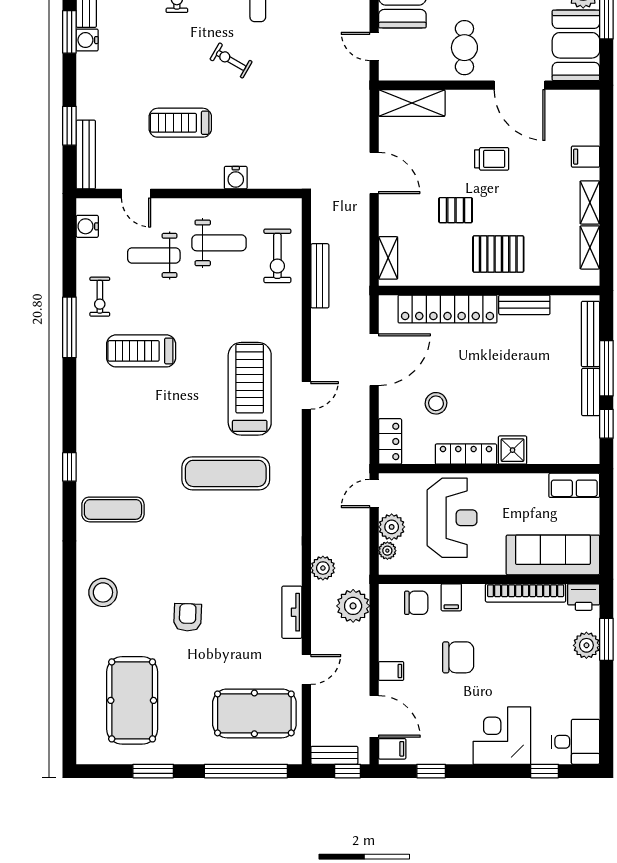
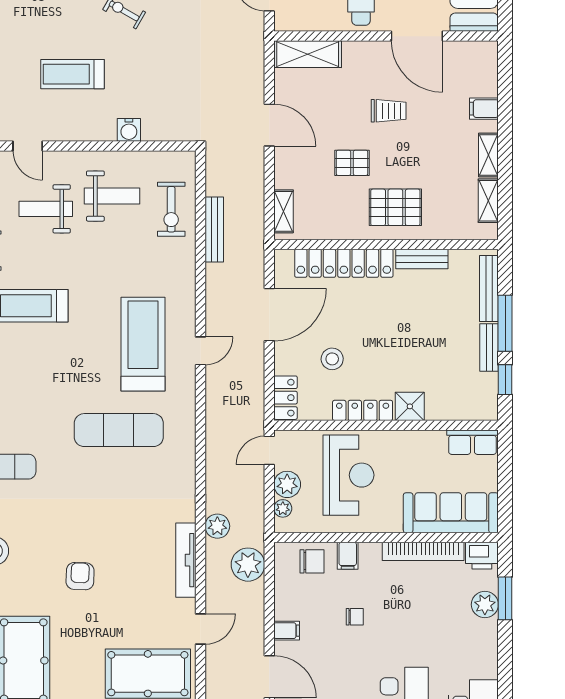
tv unit: (292, 612) -> (186, 560), width x1.41
chair: (458, 657) -> (355, 617), width x0.54, depth x0.54

